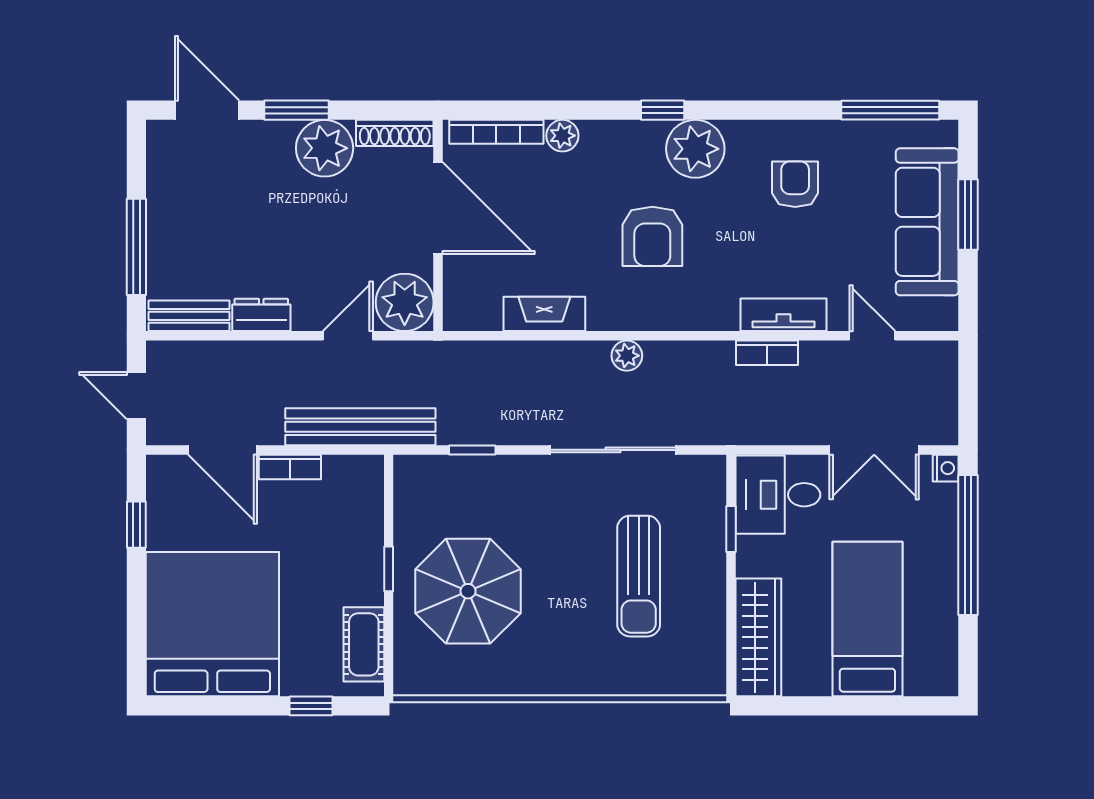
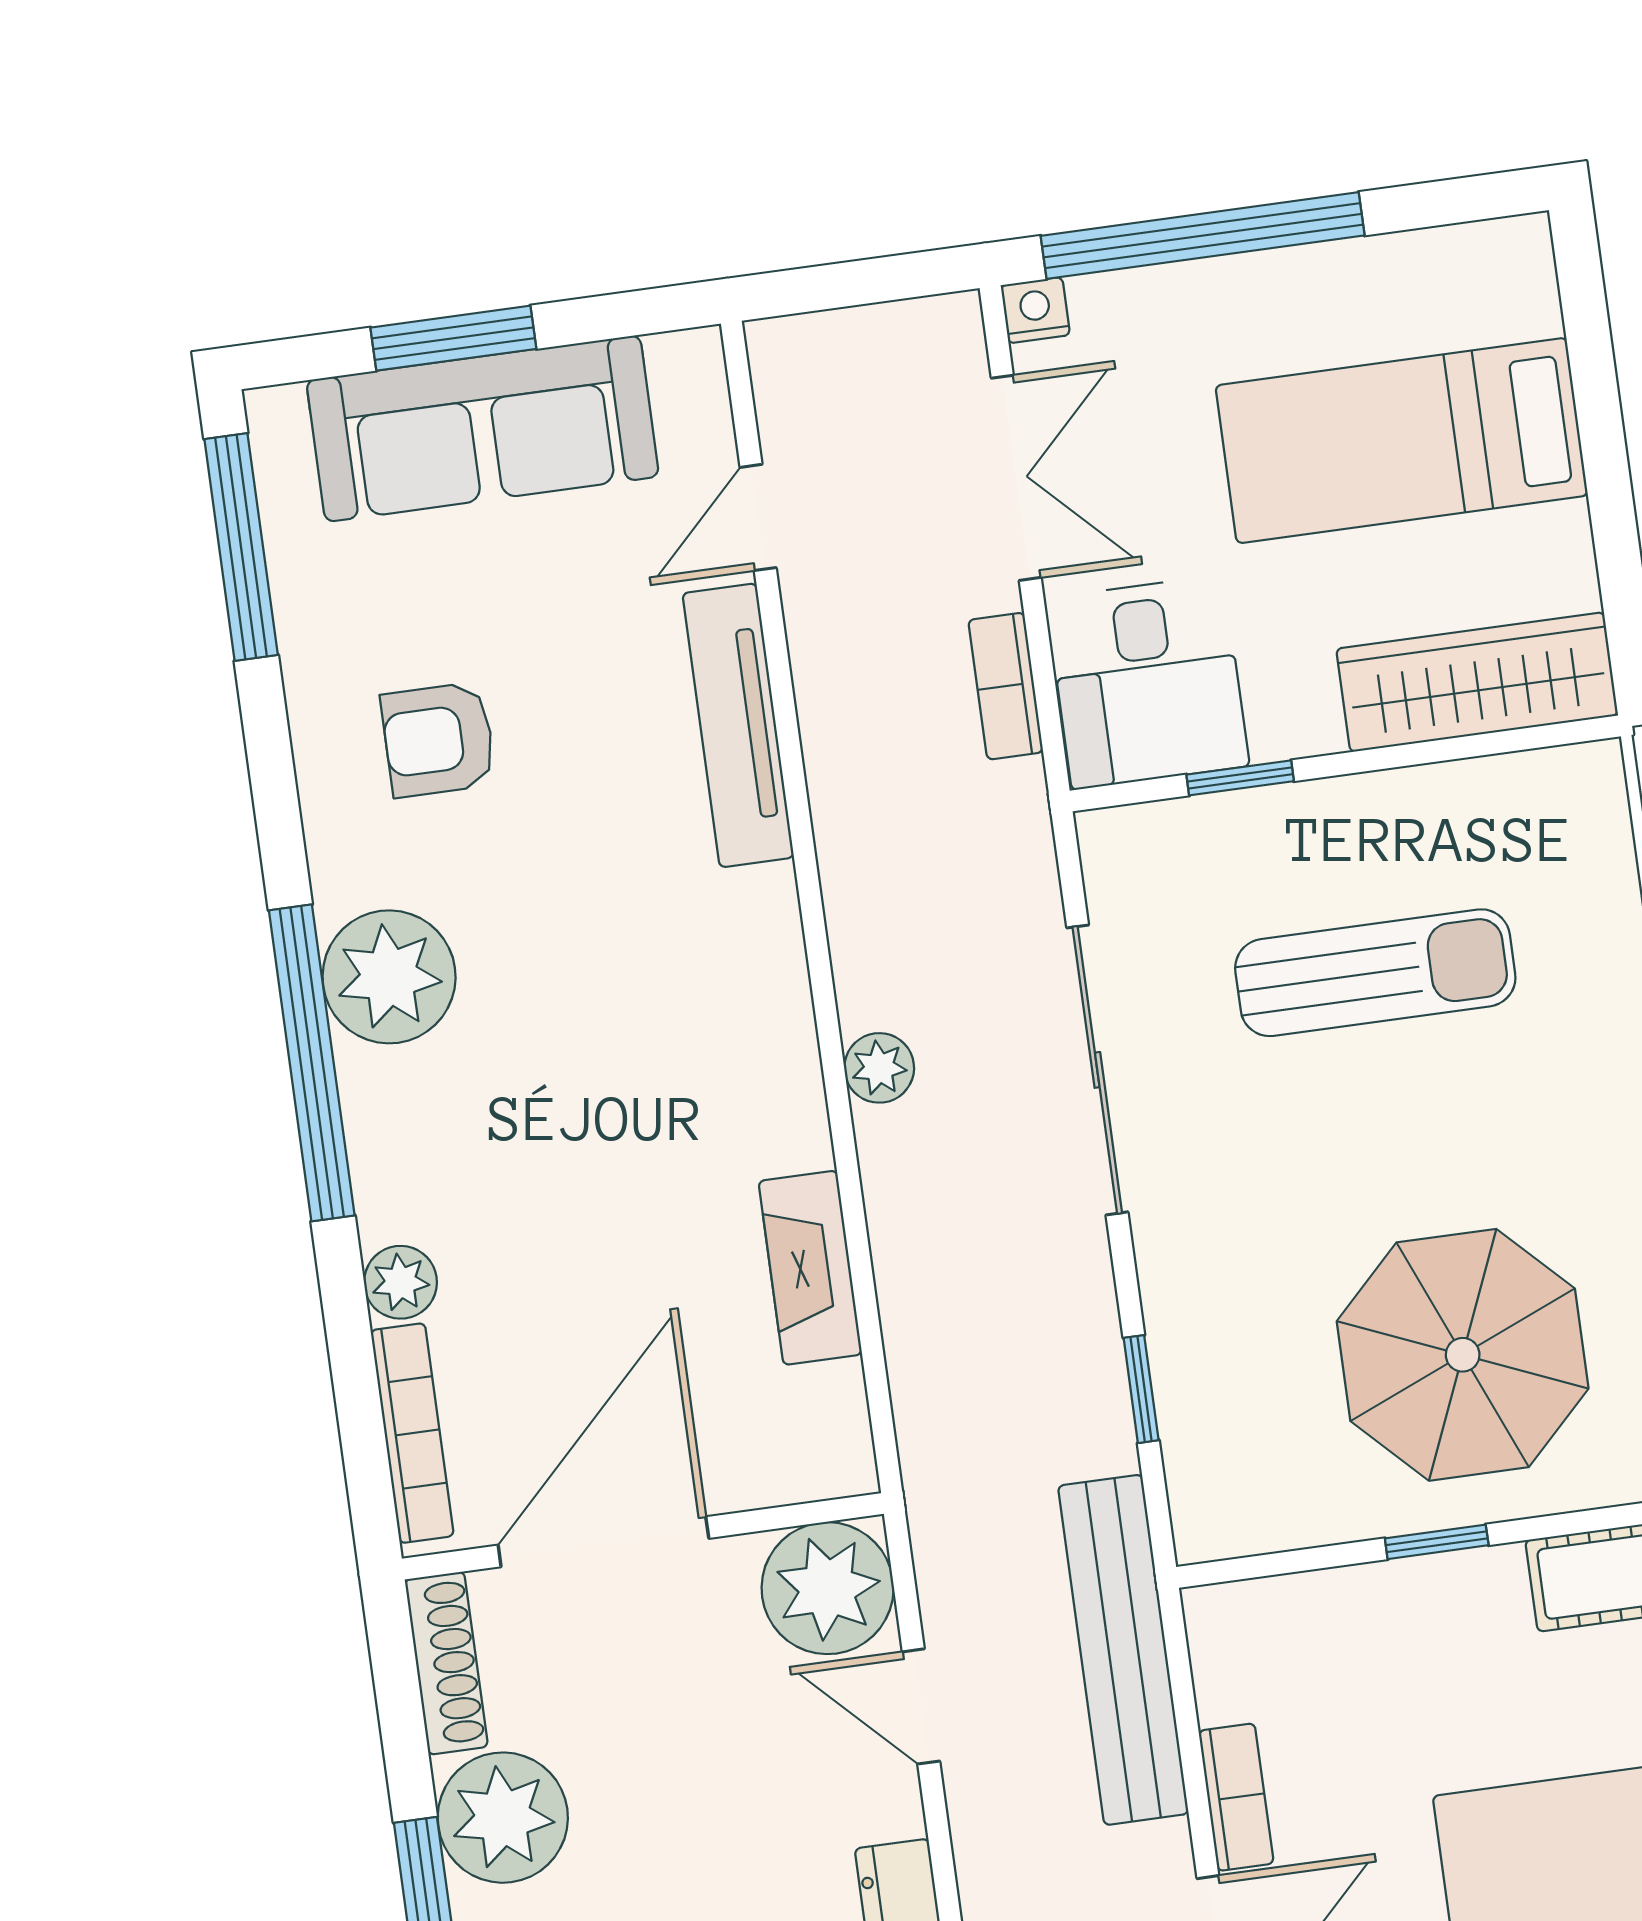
window: (663, 110) -> (312, 1063), width x3.17
armchair: (652, 236) -> (601, 1047), removed
tv unit: (783, 315) -> (738, 725), width x1.41
bookcase: (767, 353) -> (1006, 686), moved, turned 180

